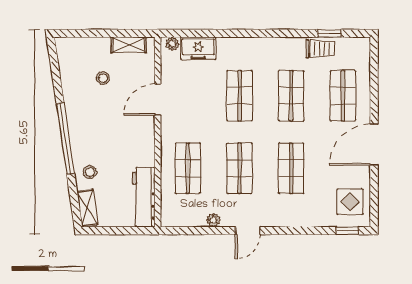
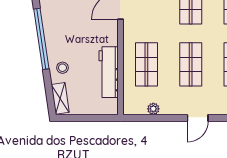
workbench: (144, 197) -> (109, 72), moved
plant: (213, 220) -> (153, 109), moved

